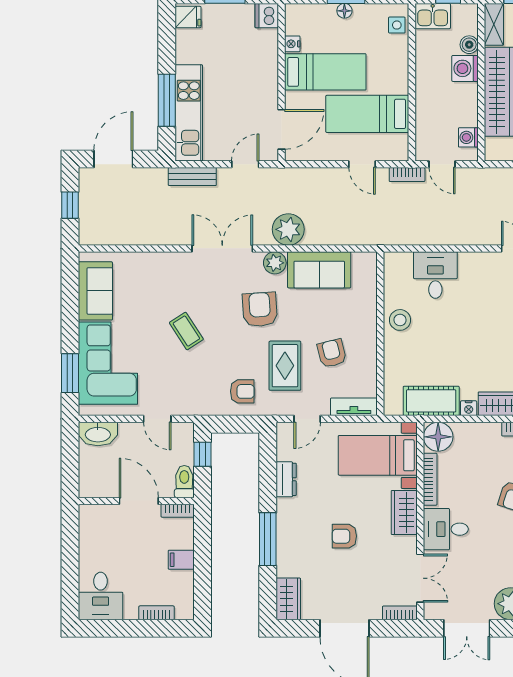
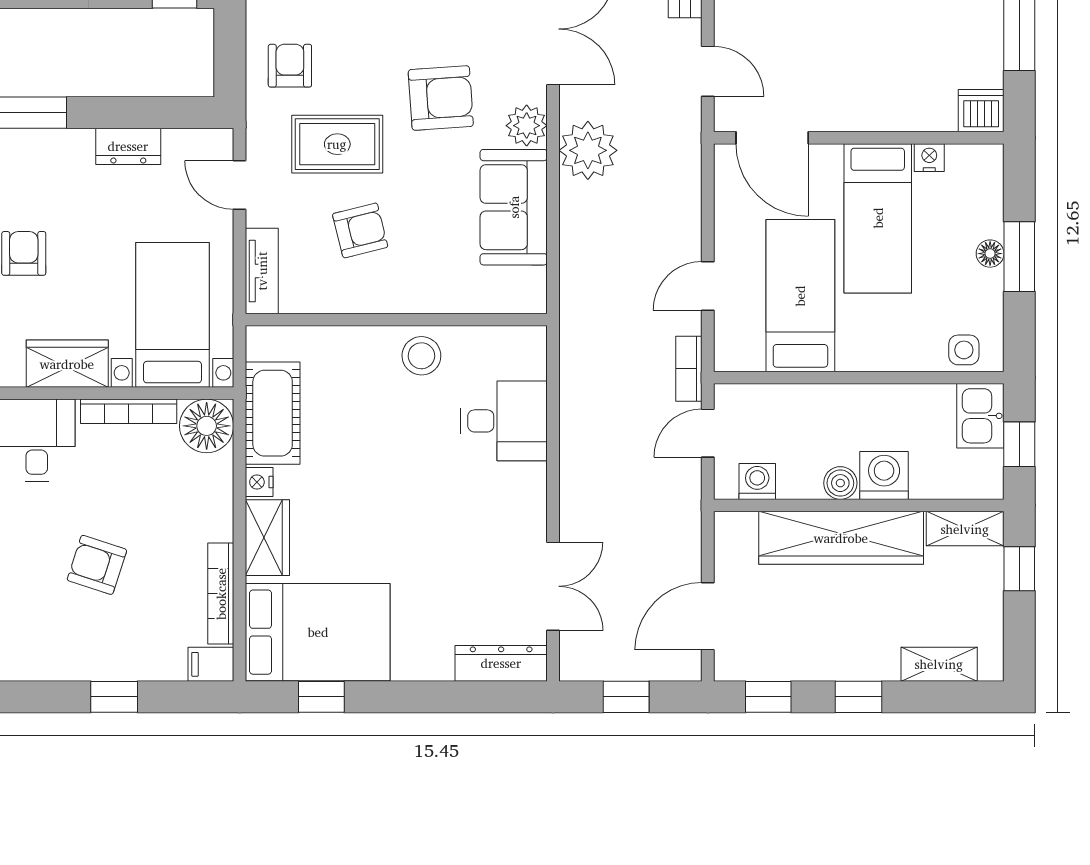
boiler: (469, 45) -> (840, 483), moved
armchair: (242, 391) -> (290, 66), turned 180

